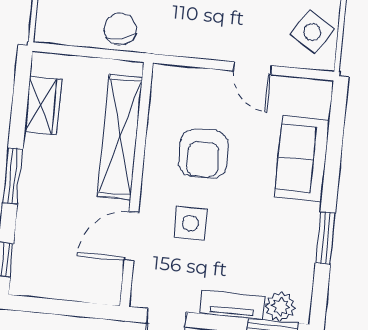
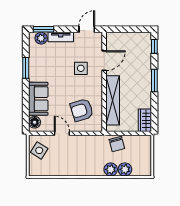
floor lamp: (317, 102) -> (35, 122), added
wardrobe: (43, 106) -> (145, 120), moved
armchair: (204, 154) -> (82, 110), moved, turned -107

